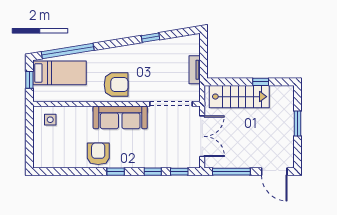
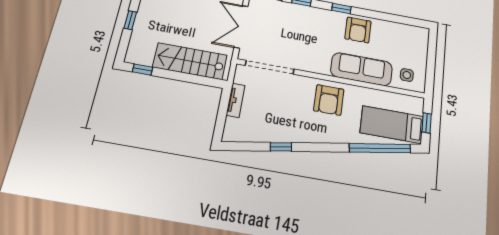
window: (261, 82) -> (142, 70), moved
armchair: (116, 85) -> (329, 100), turned -90
sofa: (120, 117) -> (362, 69), moved
window: (297, 124) -> (130, 20), width x0.67

